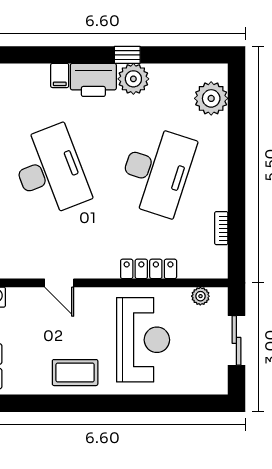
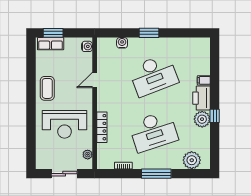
window: (236, 166) -> (156, 174), added
desk: (156, 171) -> (153, 131), turned -36

